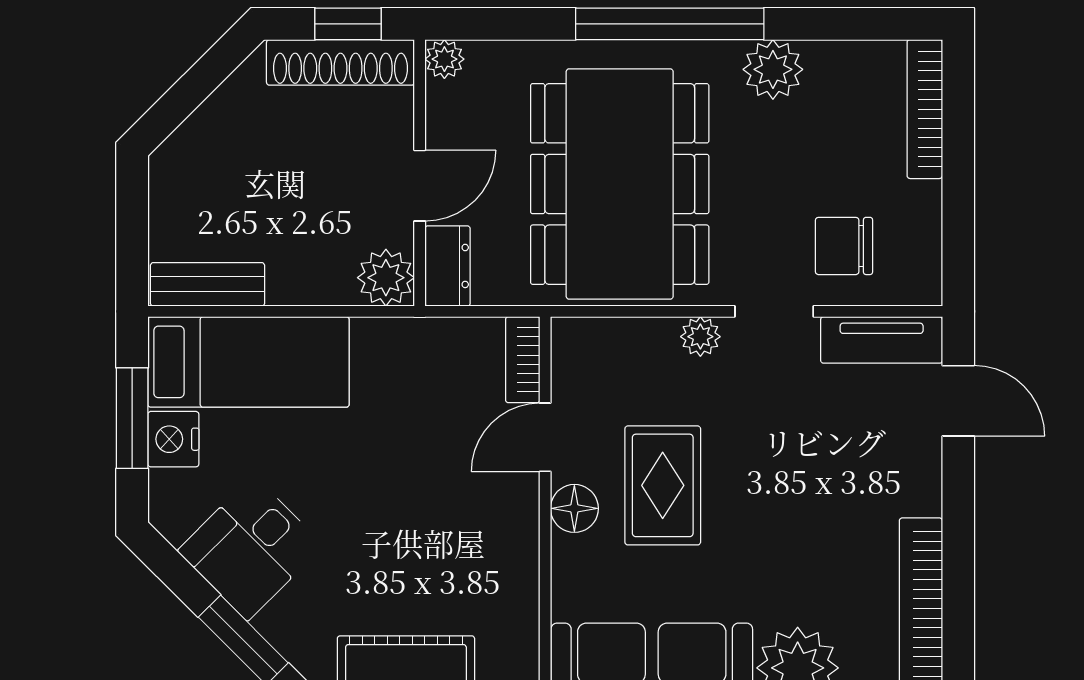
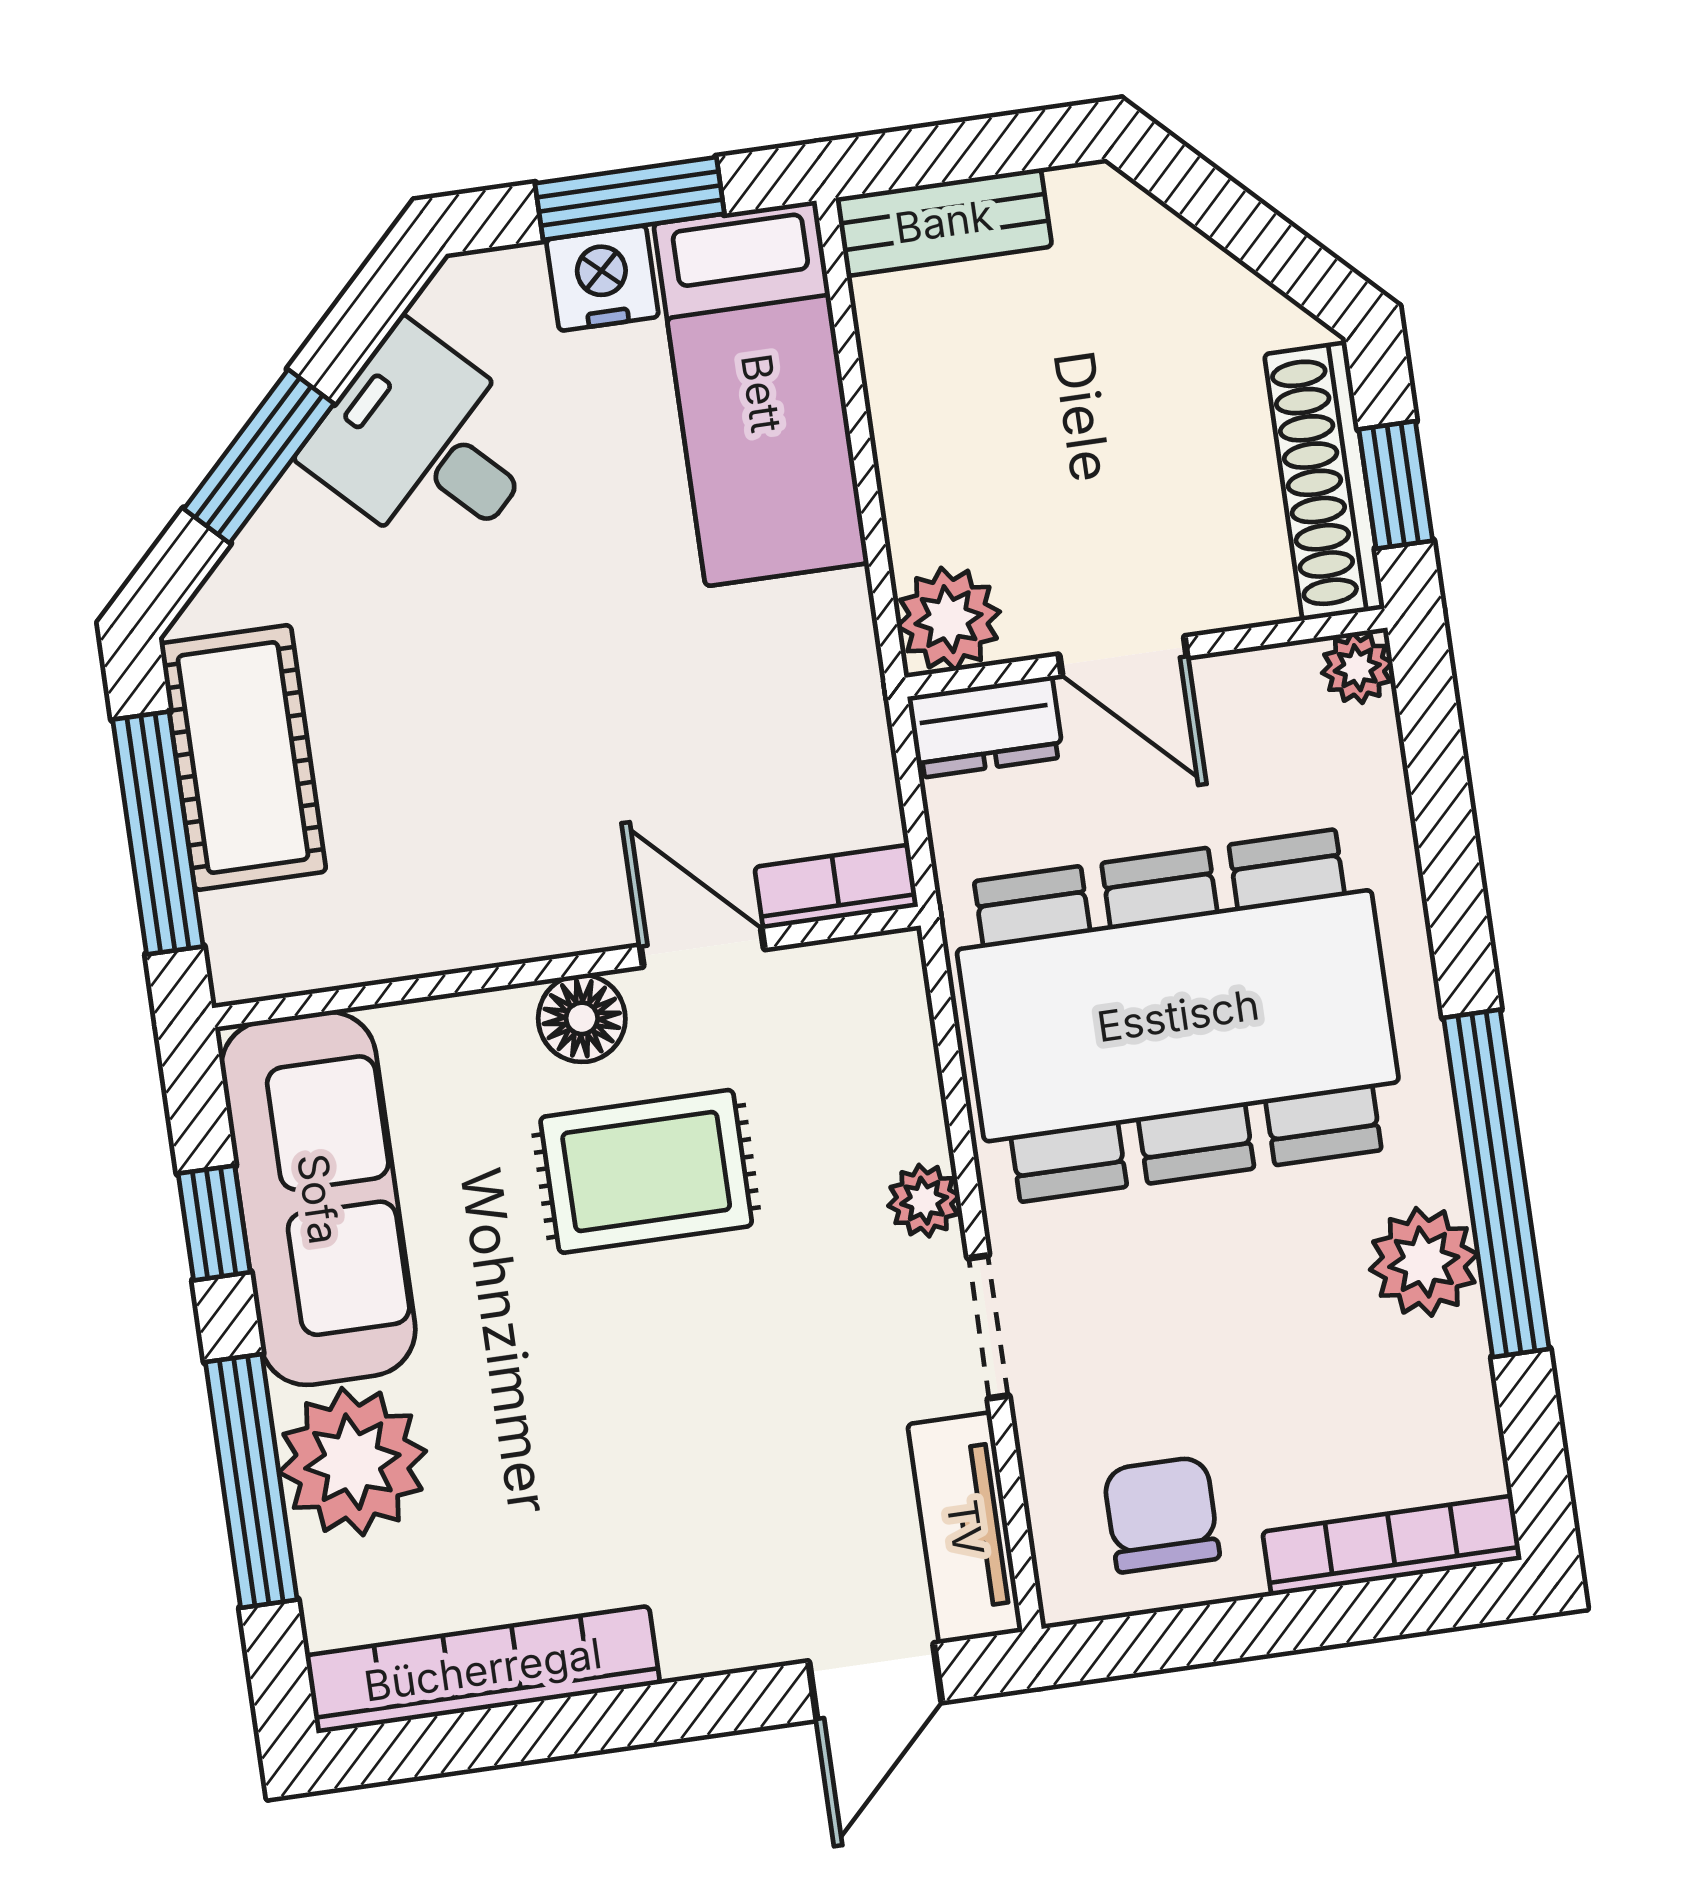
window: (670, 24) -> (1496, 1183), moved
chair: (844, 246) -> (1162, 1514), moved
bench: (208, 284) -> (944, 222), moved, turned 90

